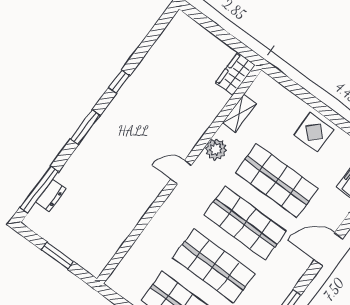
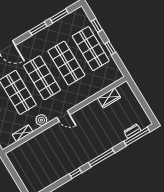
wardrobe: (235, 74) -> (109, 98), moved
window: (85, 127) -> (101, 158), width x1.44
window: (58, 256) -> (141, 100), removed

